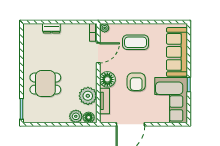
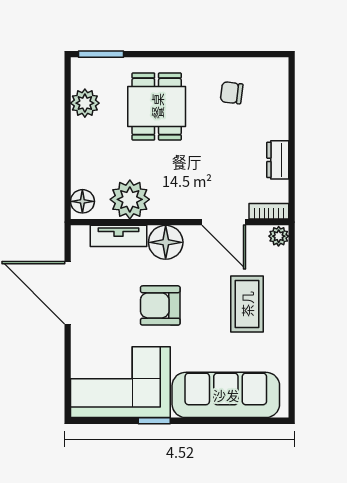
dresser: (51, 28) -> (278, 160), moved
chair: (39, 49) -> (232, 93), added
plant: (76, 116) -> (85, 103), moved

